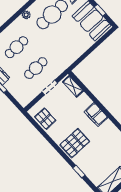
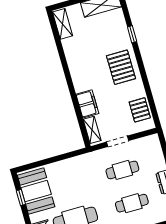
filing cabinet: (96, 115) -> (87, 104), moved
pallet: (75, 143) -> (121, 67), turned 90

